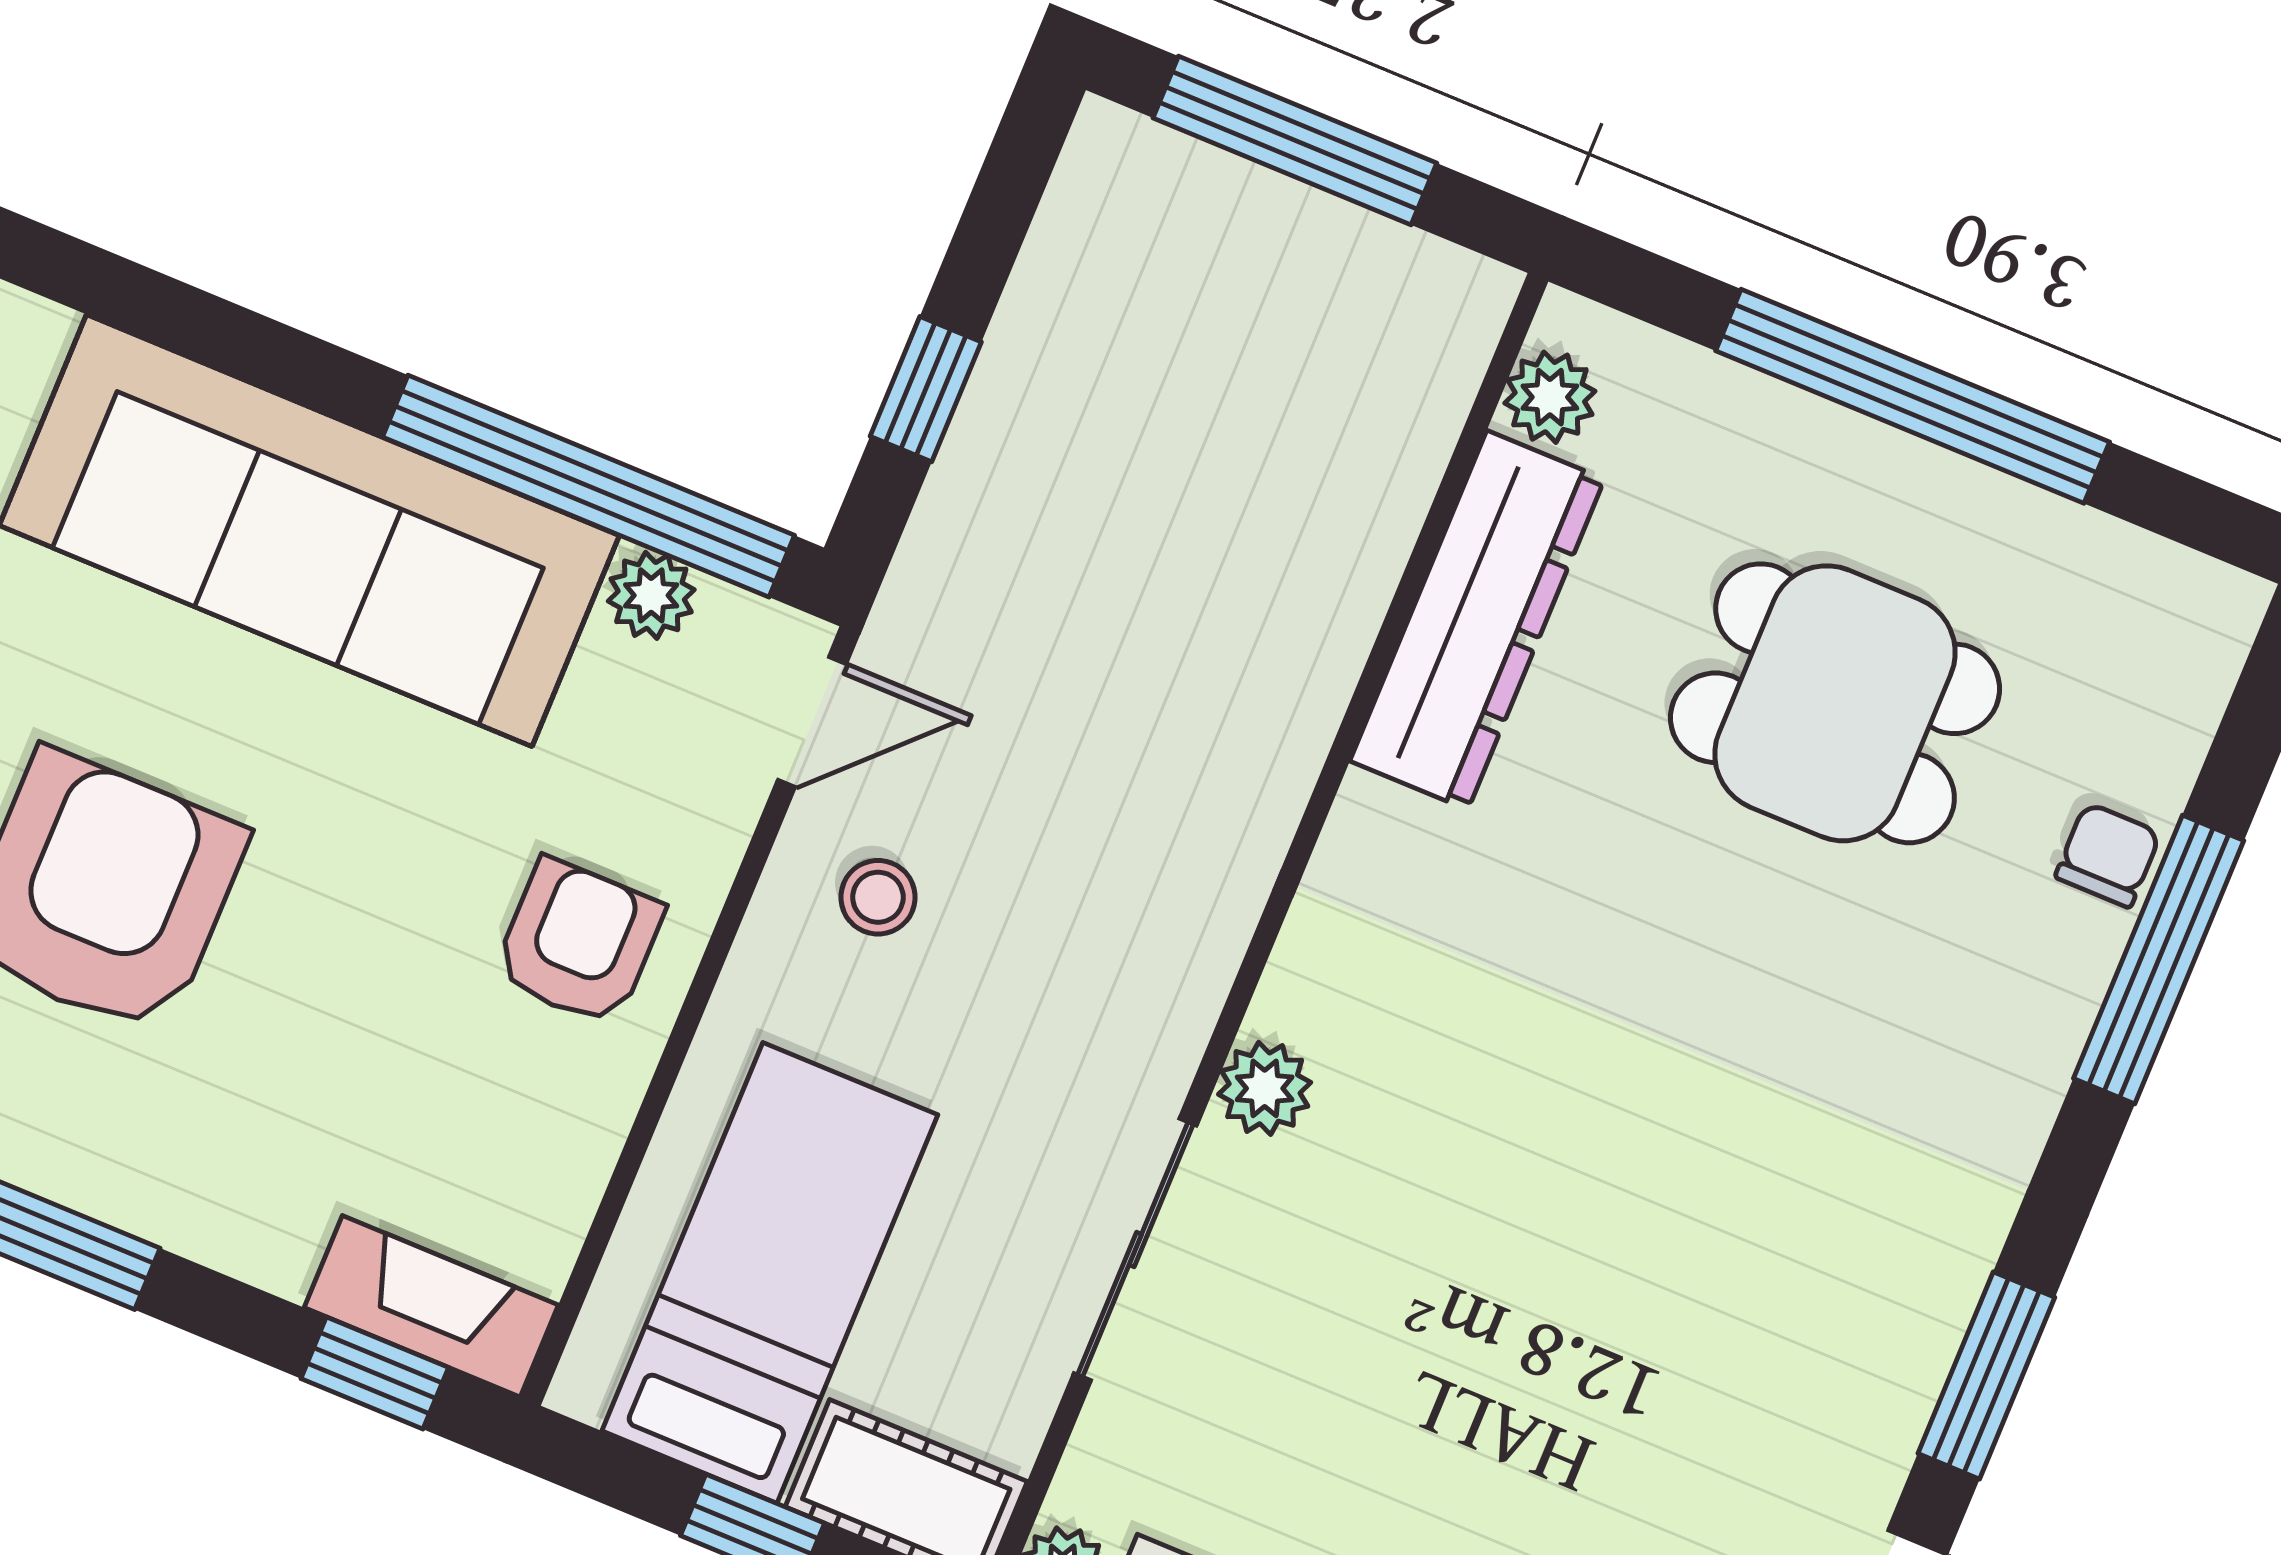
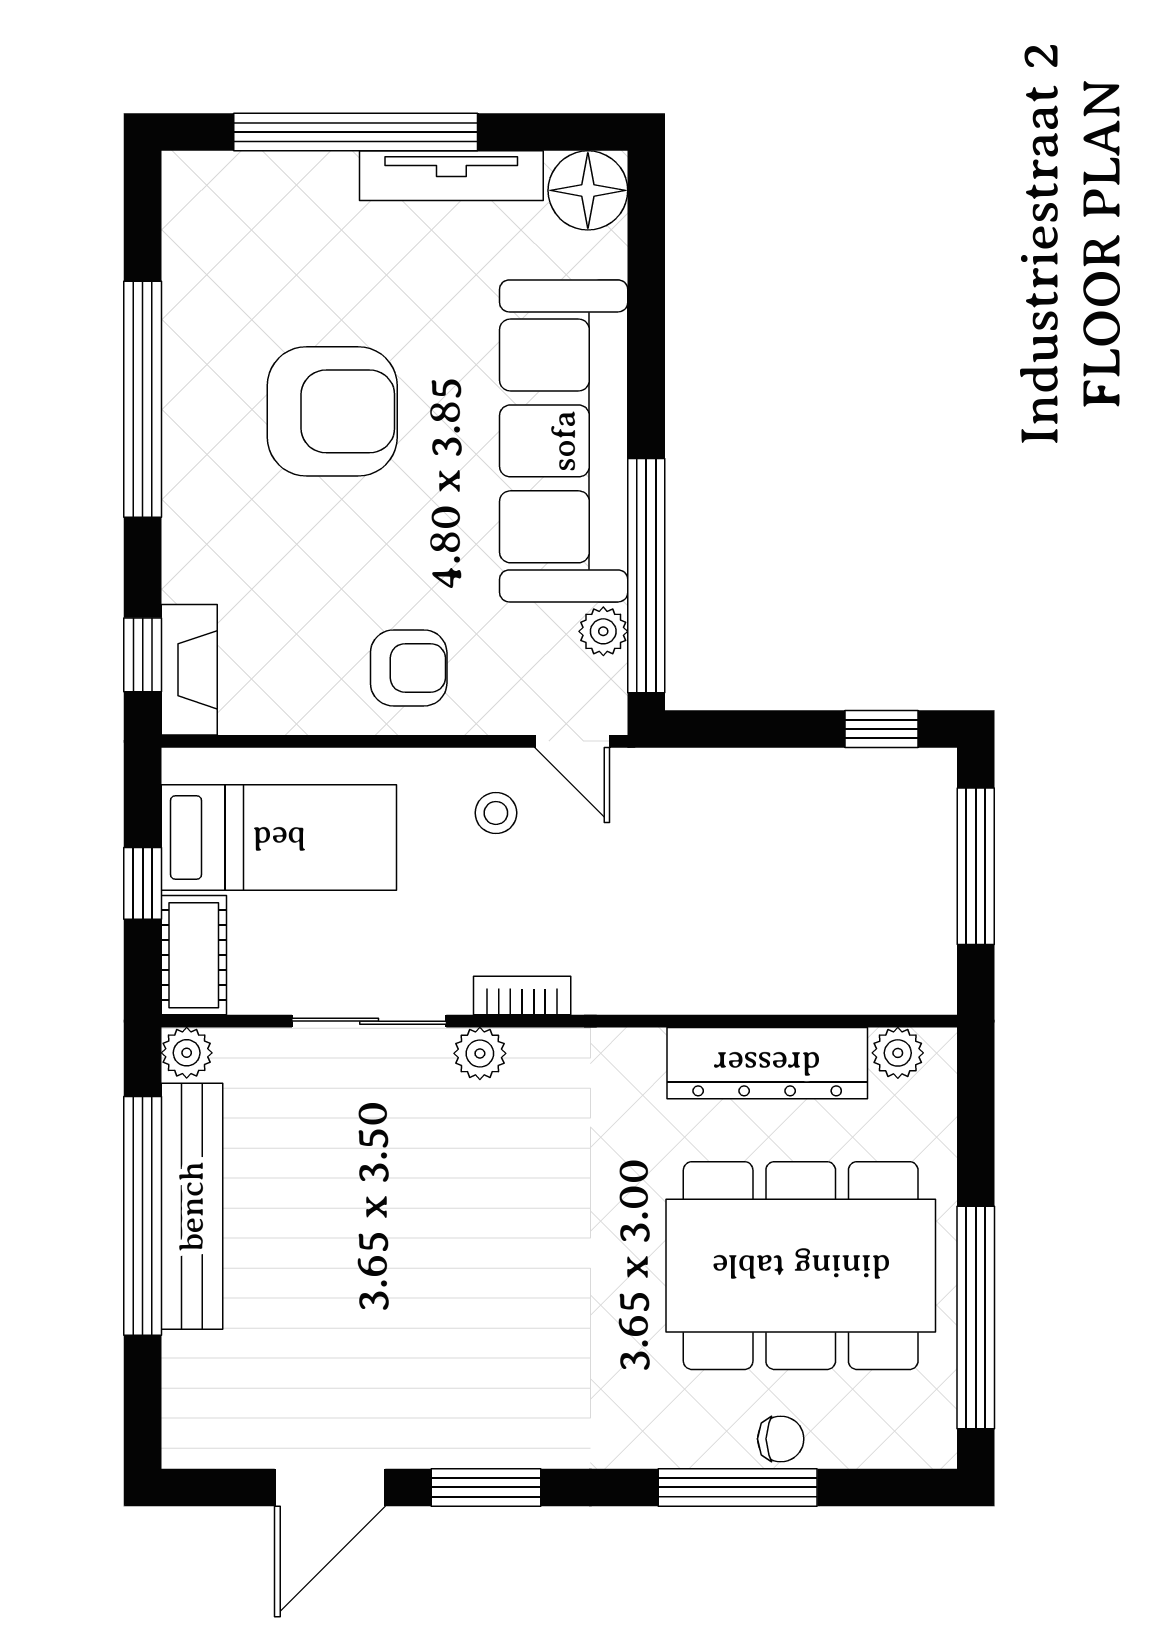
window: (926, 389) -> (882, 729), moved
window: (1913, 396) -> (976, 1317), moved
dining table: (1835, 703) -> (801, 1266), width x1.88, depth x1.24
bookcase: (1198, 979) -> (522, 996), added

